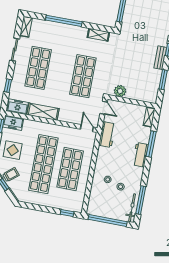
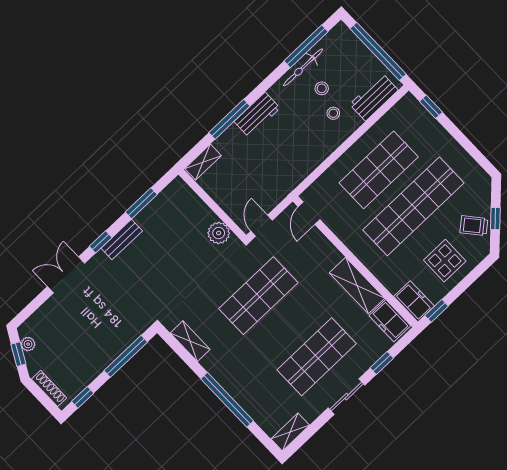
sliding door: (15, 50) -> (347, 397), moved
workbench: (107, 135) -> (374, 97), moved
bicycle: (132, 208) -> (303, 67), moved

